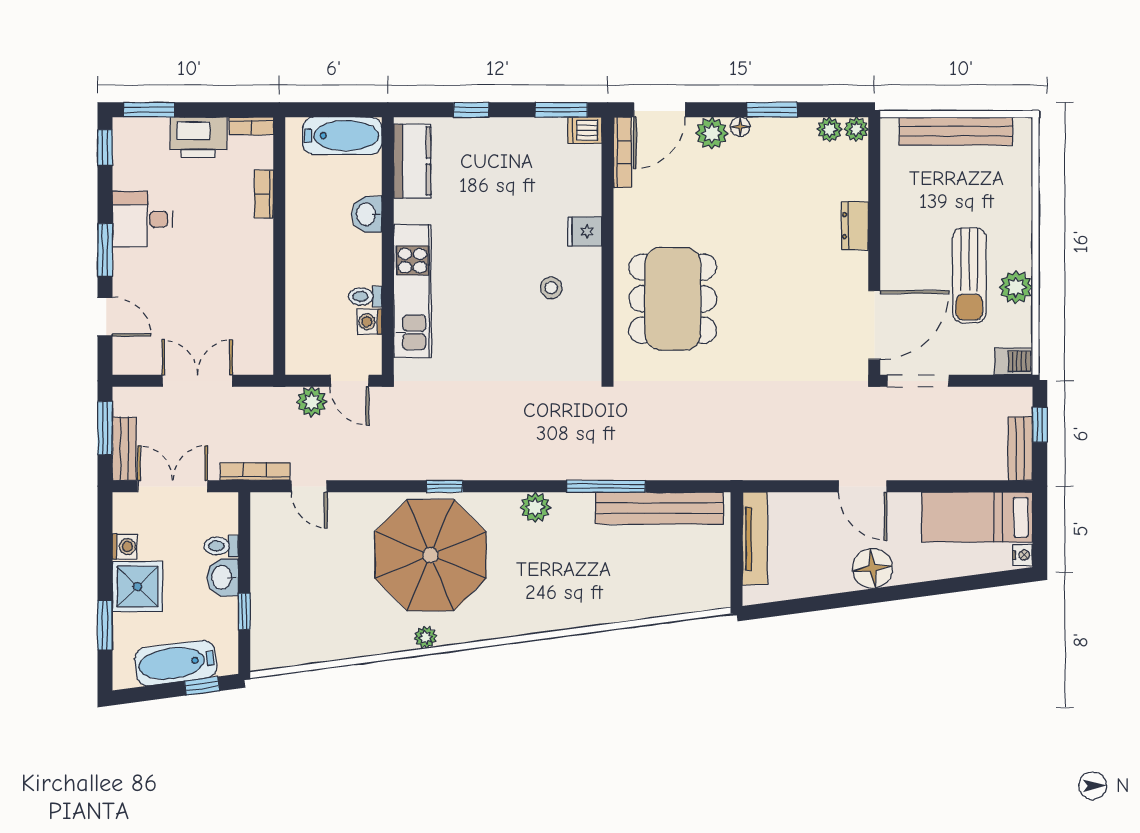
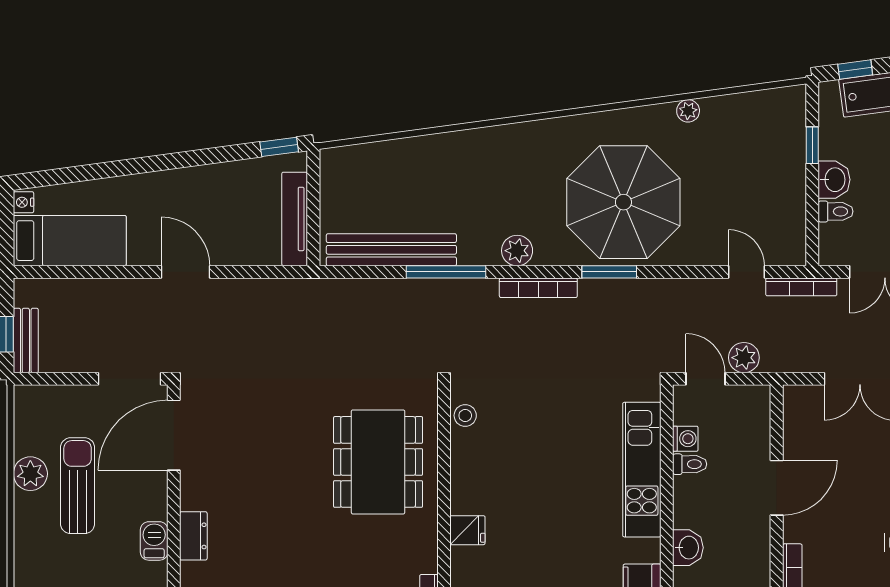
door: (279, 273) -> (777, 488), added
stool: (551, 288) -> (465, 415), moved
barbecue: (1013, 361) -> (154, 541), moved, turned 90
bench: (1020, 448) -> (26, 340), moved
bookcase: (515, 471) -> (538, 288), added
window: (445, 486) -> (609, 272), width x1.50
floor lamp: (873, 568) -> (176, 189), removed
window: (770, 610) -> (279, 147), added
plant: (426, 637) -> (688, 111), moved

